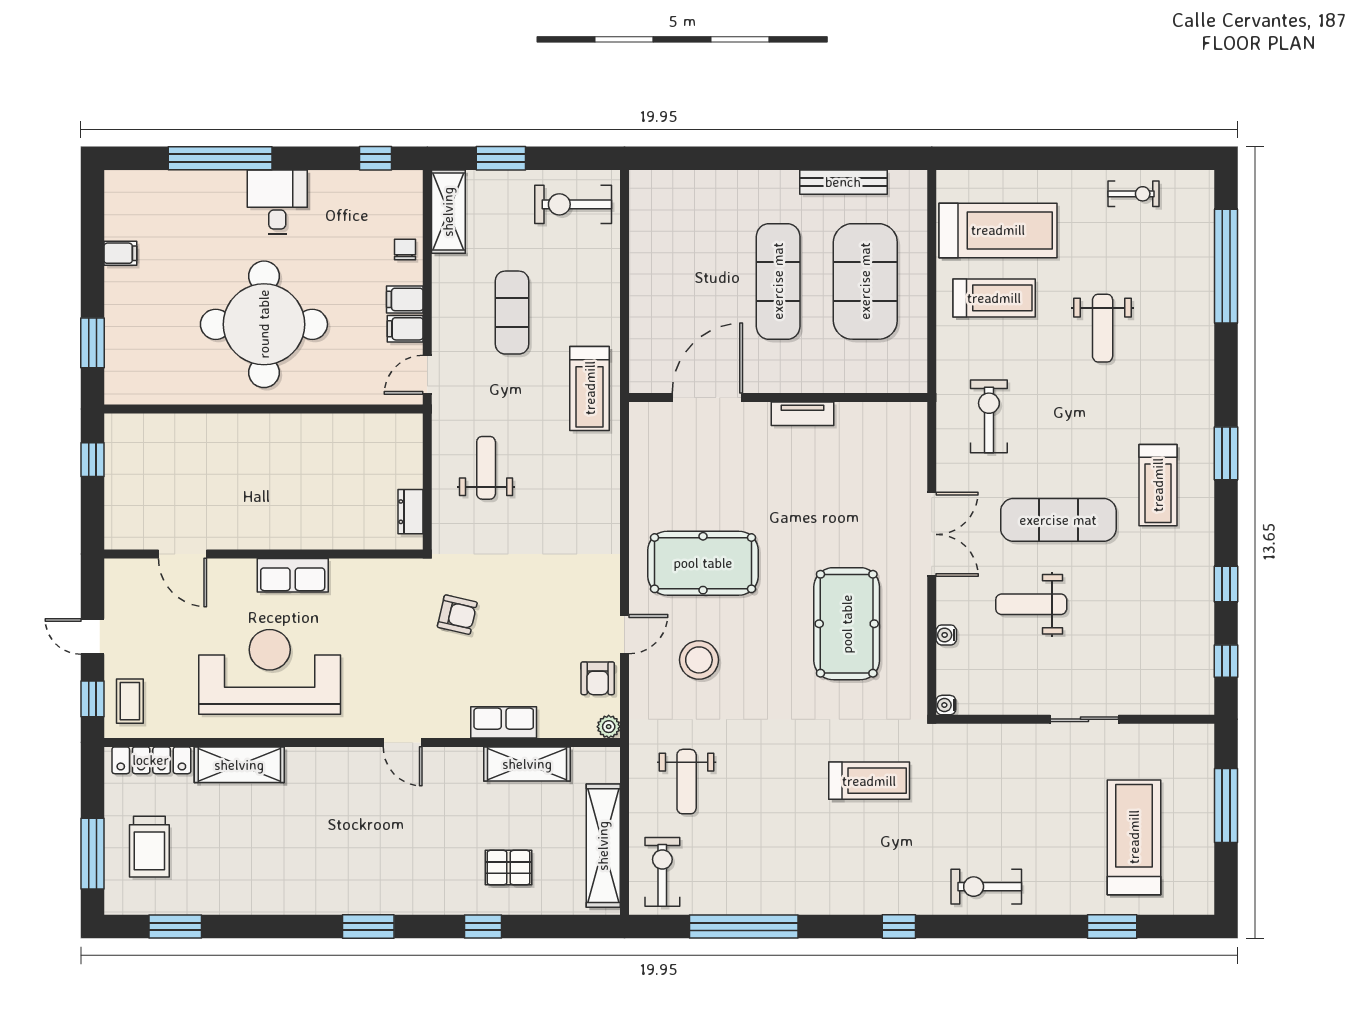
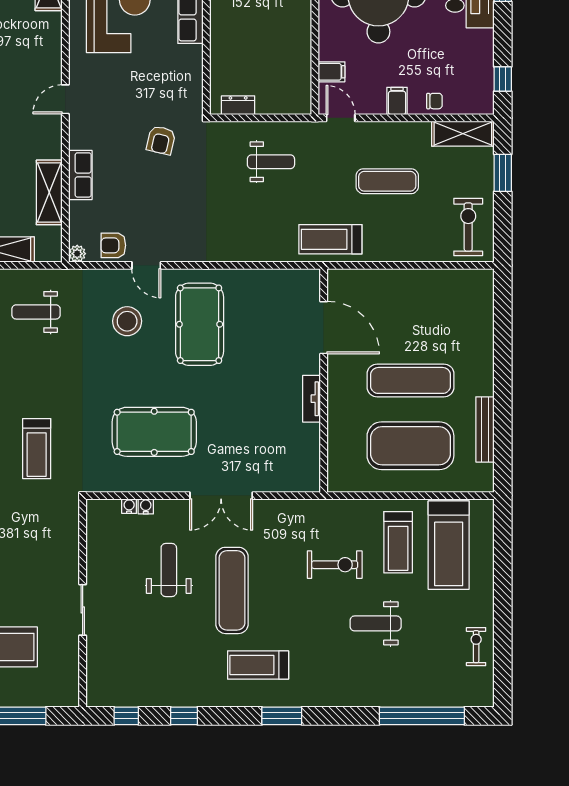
exercise bike: (1133, 194) -> (476, 647), turned 180
filing cabinet: (405, 329) -> (332, 72), moved, turned 90
exercise bike: (989, 416) -> (335, 565), moved
water cooler: (946, 705) -> (129, 506), moved

